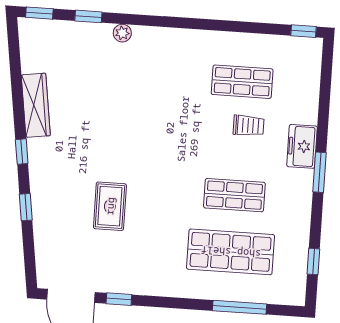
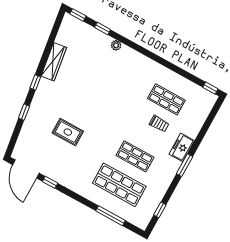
rug: (110, 206) -> (68, 132), turned 90

